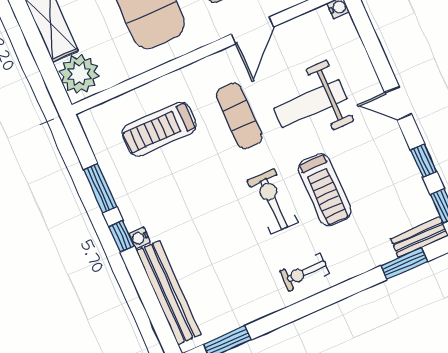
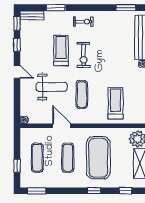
door: (253, 30) -> (62, 126), hinge flipped
treadmill: (159, 129) -> (116, 103), turned -90
window: (404, 264) -> (56, 8), moved

